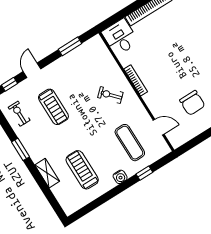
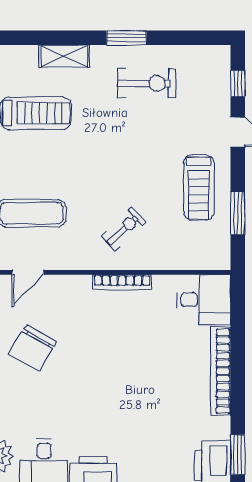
chair: (192, 103) -> (33, 348), turned -60
treadmill: (53, 107) -> (199, 188), moved, turned -90
exercise bike: (19, 114) -> (147, 83), moved, width x1.38, depth x1.39

